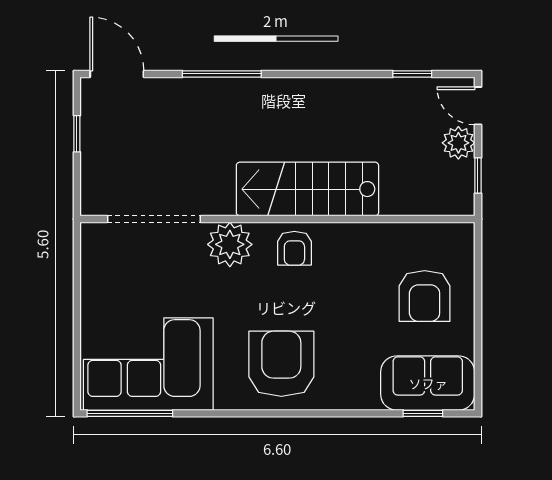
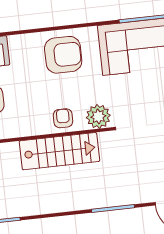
armchair: (281, 364) -> (63, 55), turned -90

